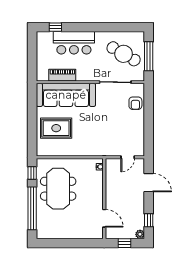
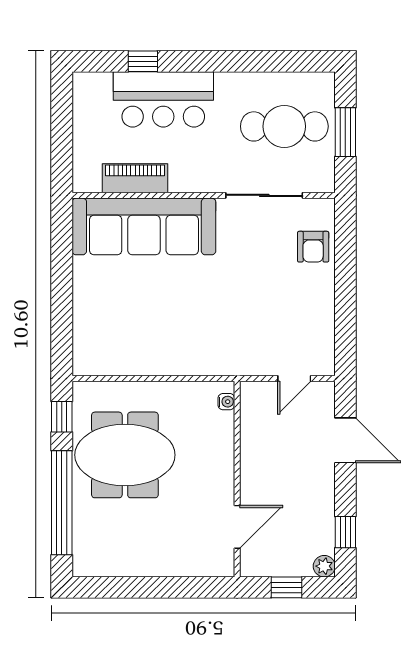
window: (55, 27) -> (143, 61), moved
cafe table: (124, 54) -> (284, 126), turned -30
window: (149, 56) -> (345, 132), width x0.69
rug: (56, 128) -> (120, 308), removed
meeting table: (58, 189) -> (125, 455), turned 90
door: (104, 218) -> (237, 527), hinge flipped

